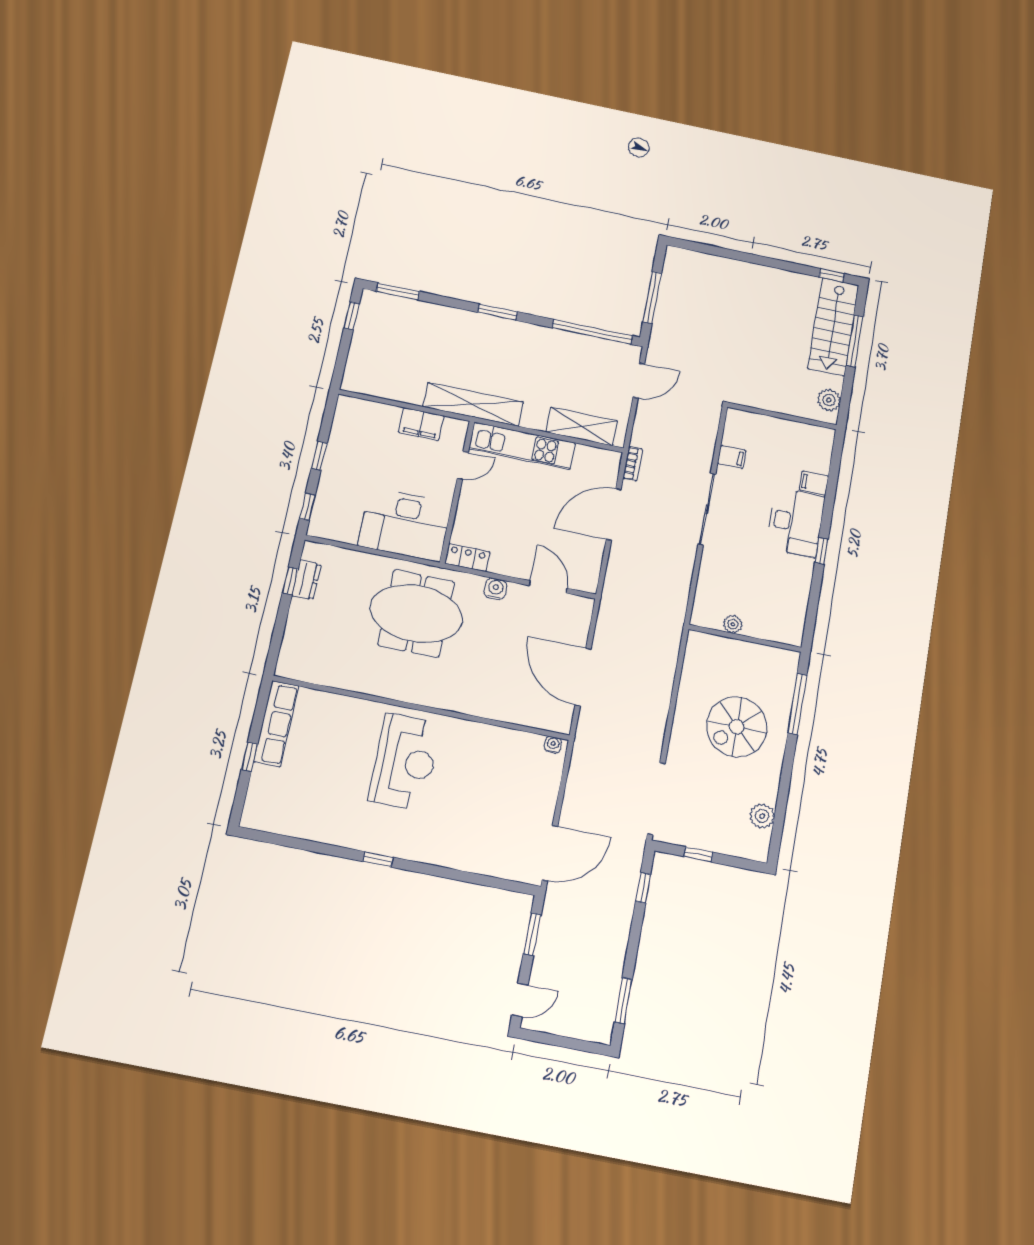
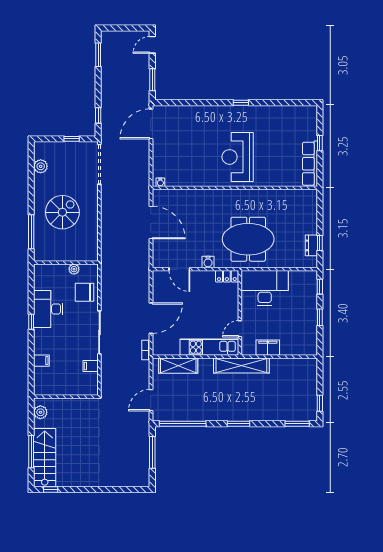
desk: (796, 522) -> (48, 309), moved
chair: (721, 581) -> (85, 292), added

